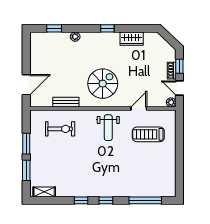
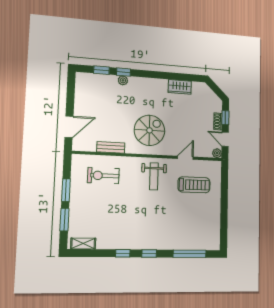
window: (107, 28) -> (124, 72), moved
exercise bike: (60, 129) -> (103, 176), turned 180
treadmill: (148, 134) -> (194, 185), turned 180

